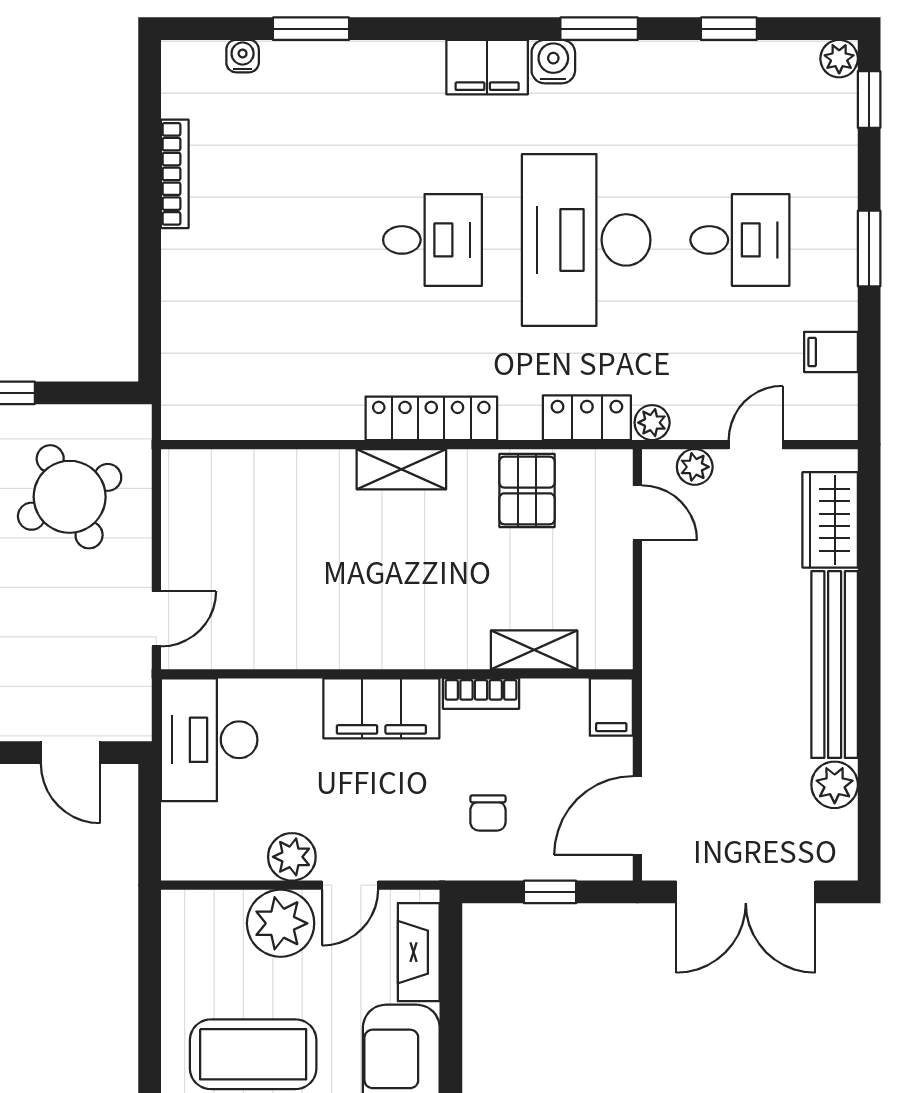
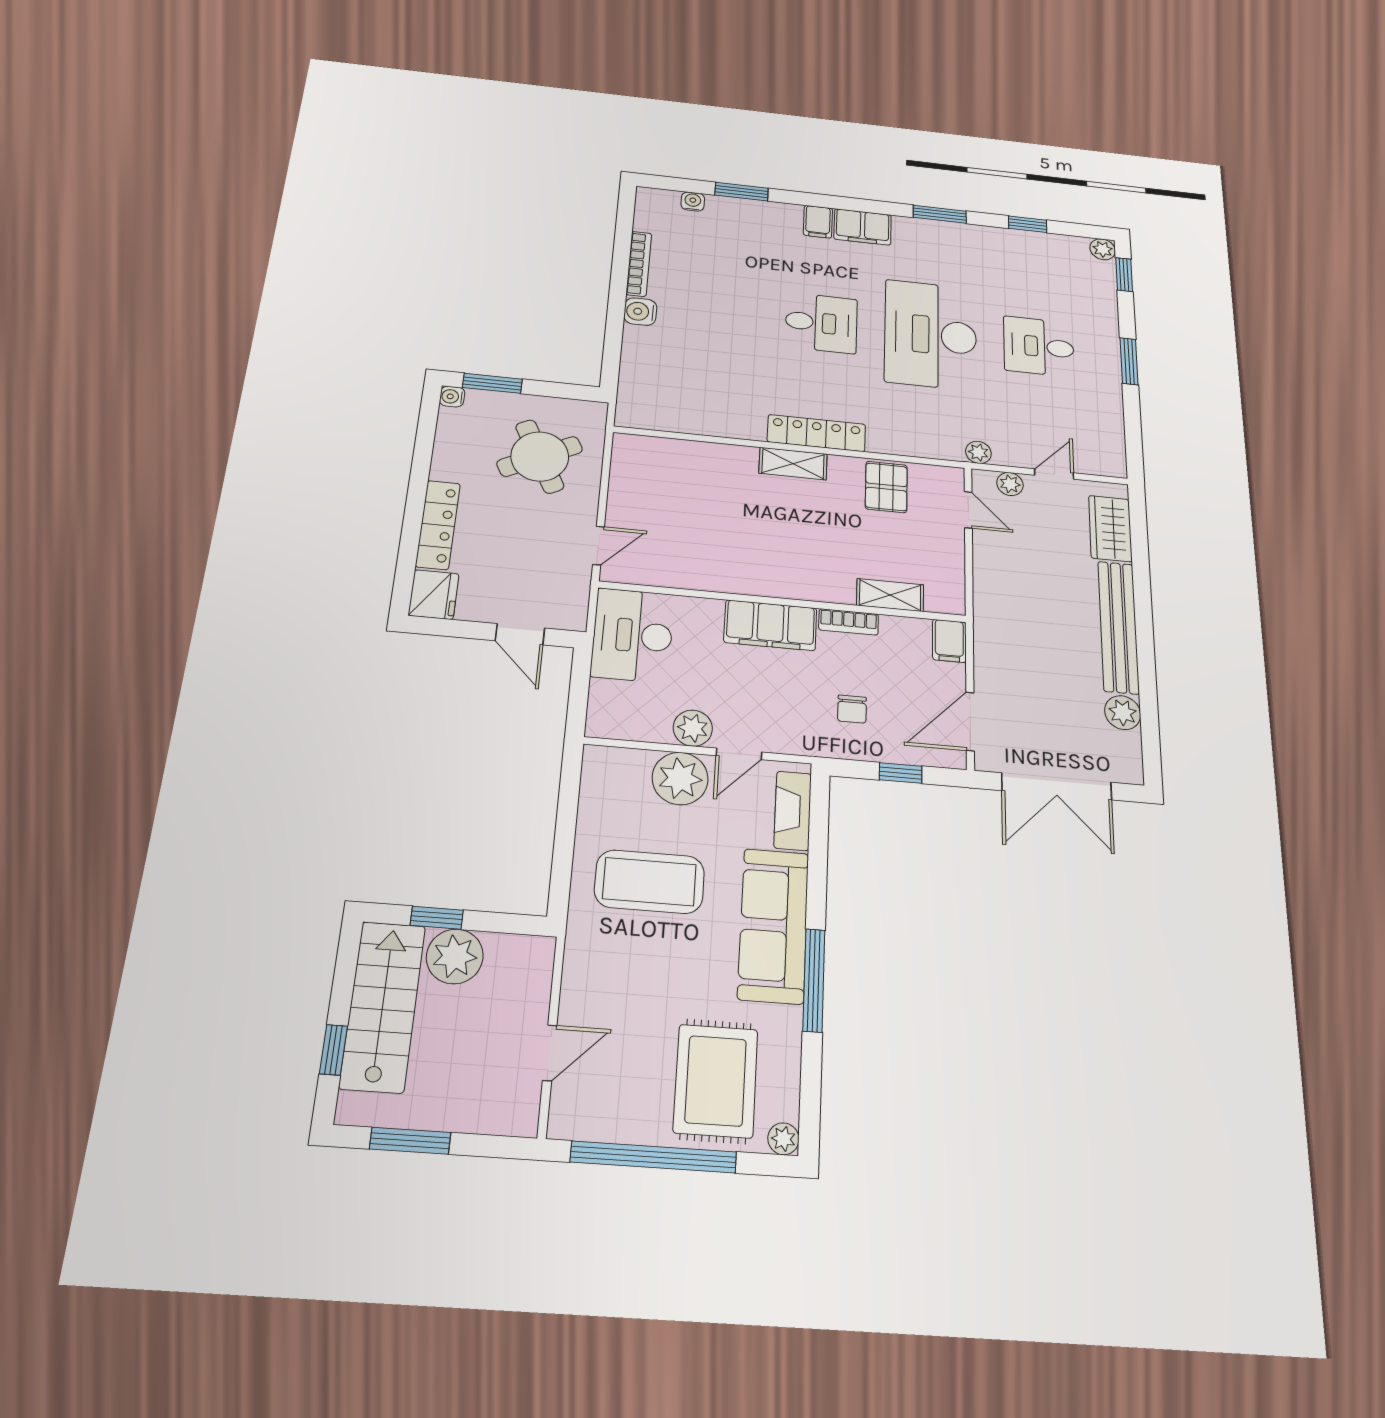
water cooler: (553, 62) -> (640, 312), moved, turned -90
desk: (740, 240) -> (1039, 346), turned 180
filing cabinet: (831, 352) -> (818, 222), moved, turned -90
locker: (587, 418) -> (931, 444), removed

